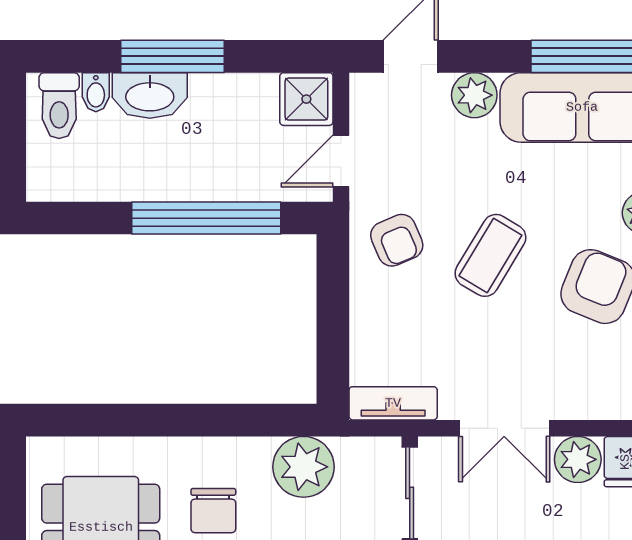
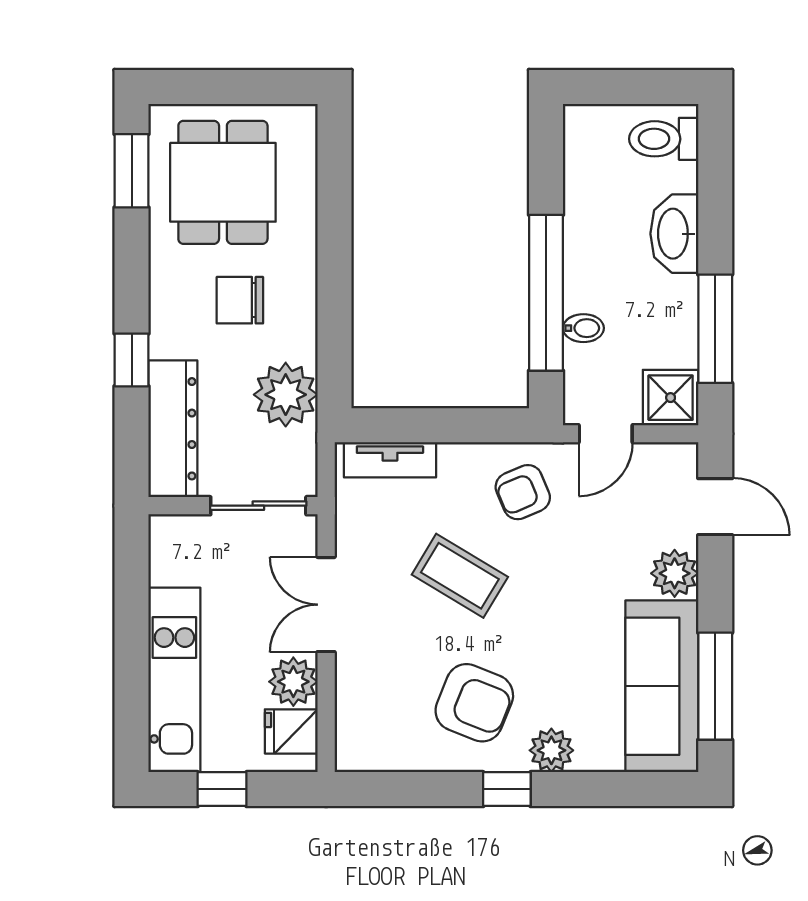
window: (173, 56) -> (715, 329), moved
bidet: (96, 92) -> (583, 328), moved, turned 180
door: (341, 161) -> (606, 434), swing flipped
coffee table: (490, 255) -> (460, 576), moved
tv unit: (393, 403) -> (390, 460), moved, turned 90

